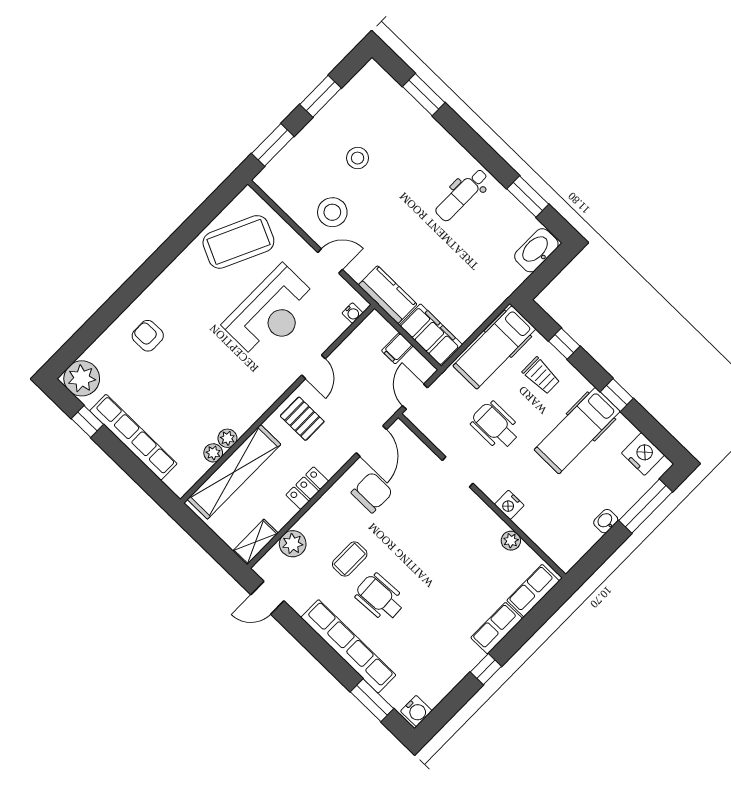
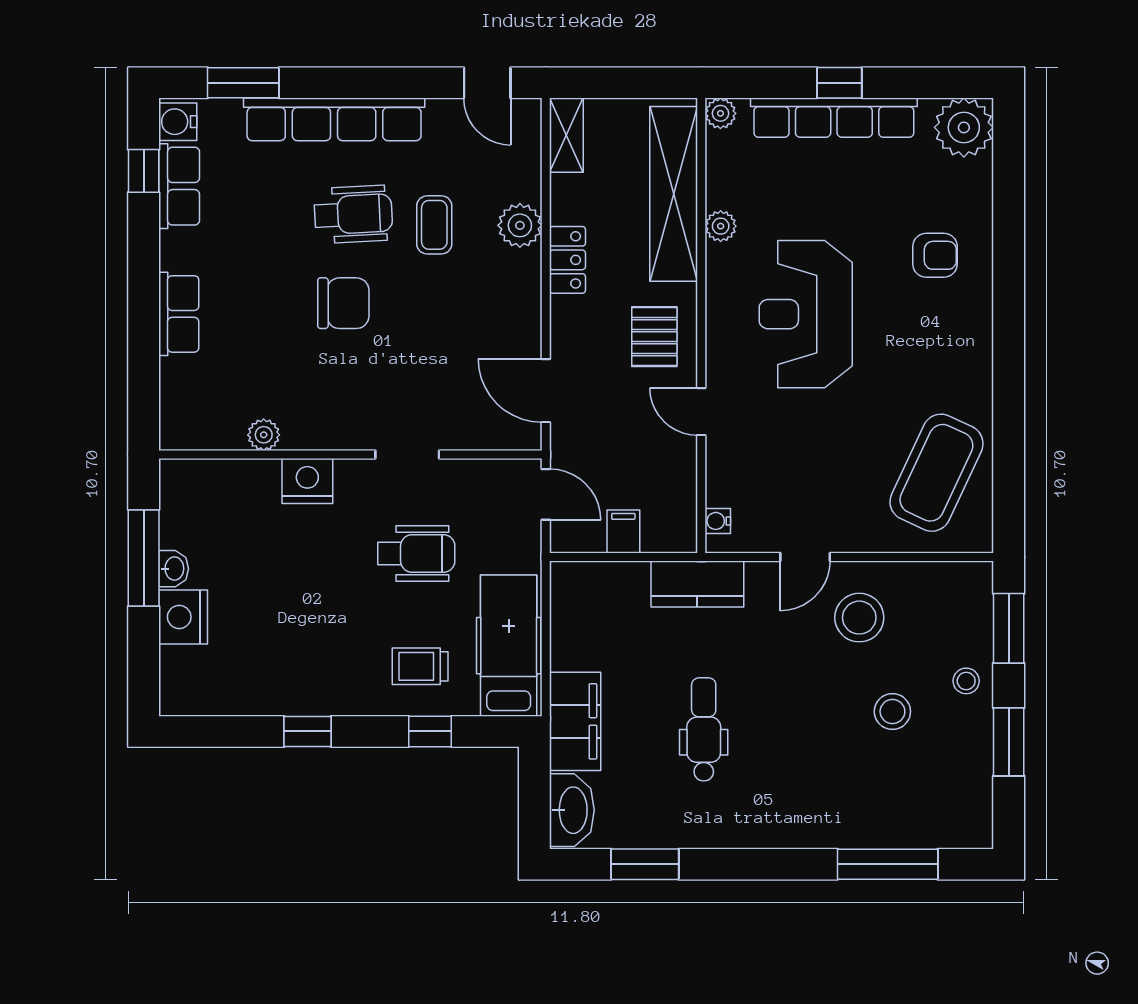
window: (424, 95) -> (888, 864), width x1.44
stool: (313, 140) -> (966, 681), added
dental chair: (462, 195) -> (704, 729), moved
reception desk: (271, 313) -> (806, 314), moved
filing cabinet: (431, 335) -> (575, 721), moved, turned -90
pallet: (302, 419) -> (654, 337), turned 90
window: (87, 422) -> (839, 83), moved
hospital bed: (577, 431) -> (313, 643), removed
plant: (213, 453) -> (720, 113), moved
nightstand: (643, 454) -> (183, 617), moved, turned 90
chair: (372, 492) -> (343, 303), moved, turned -90
nightstand: (509, 505) -> (307, 481), width x1.36, depth x1.33
window: (646, 506) -> (144, 558), moved
plant: (293, 544) -> (520, 225), moved
row of seats: (533, 591) -> (179, 186), moved
door: (267, 598) -> (487, 83), swing flipped
window: (486, 669) -> (144, 171), moved

